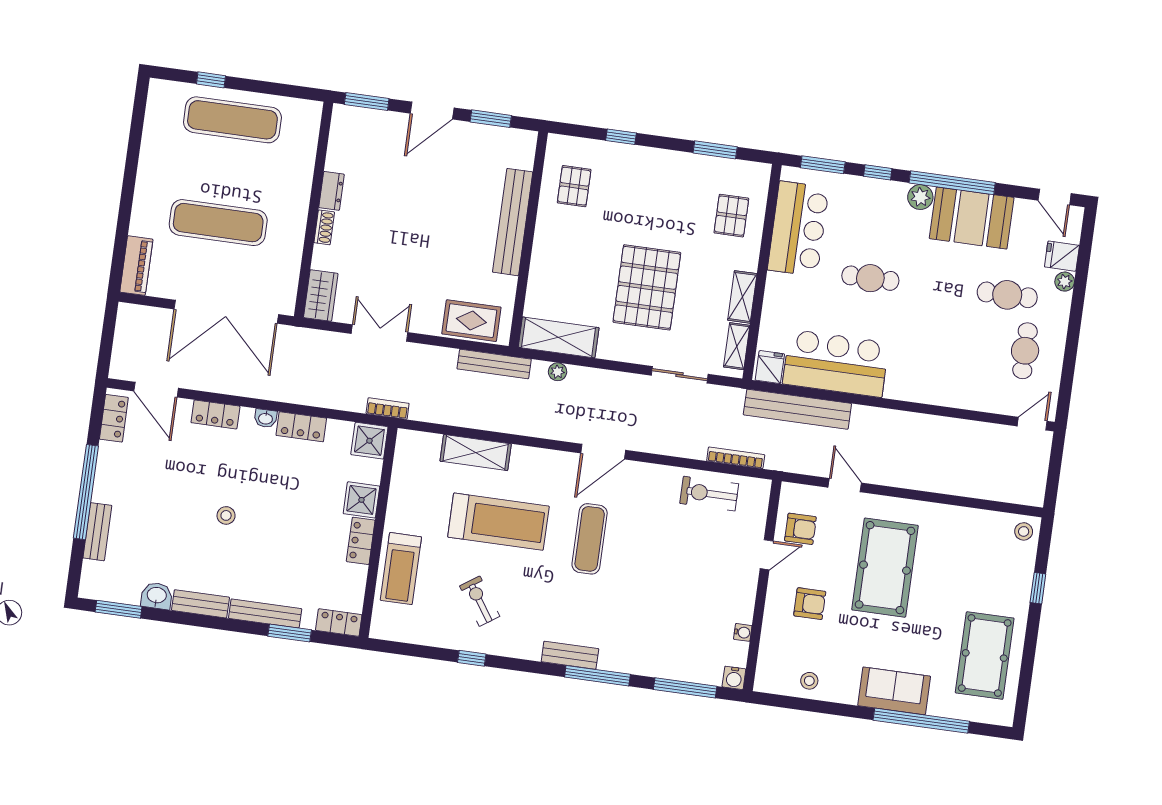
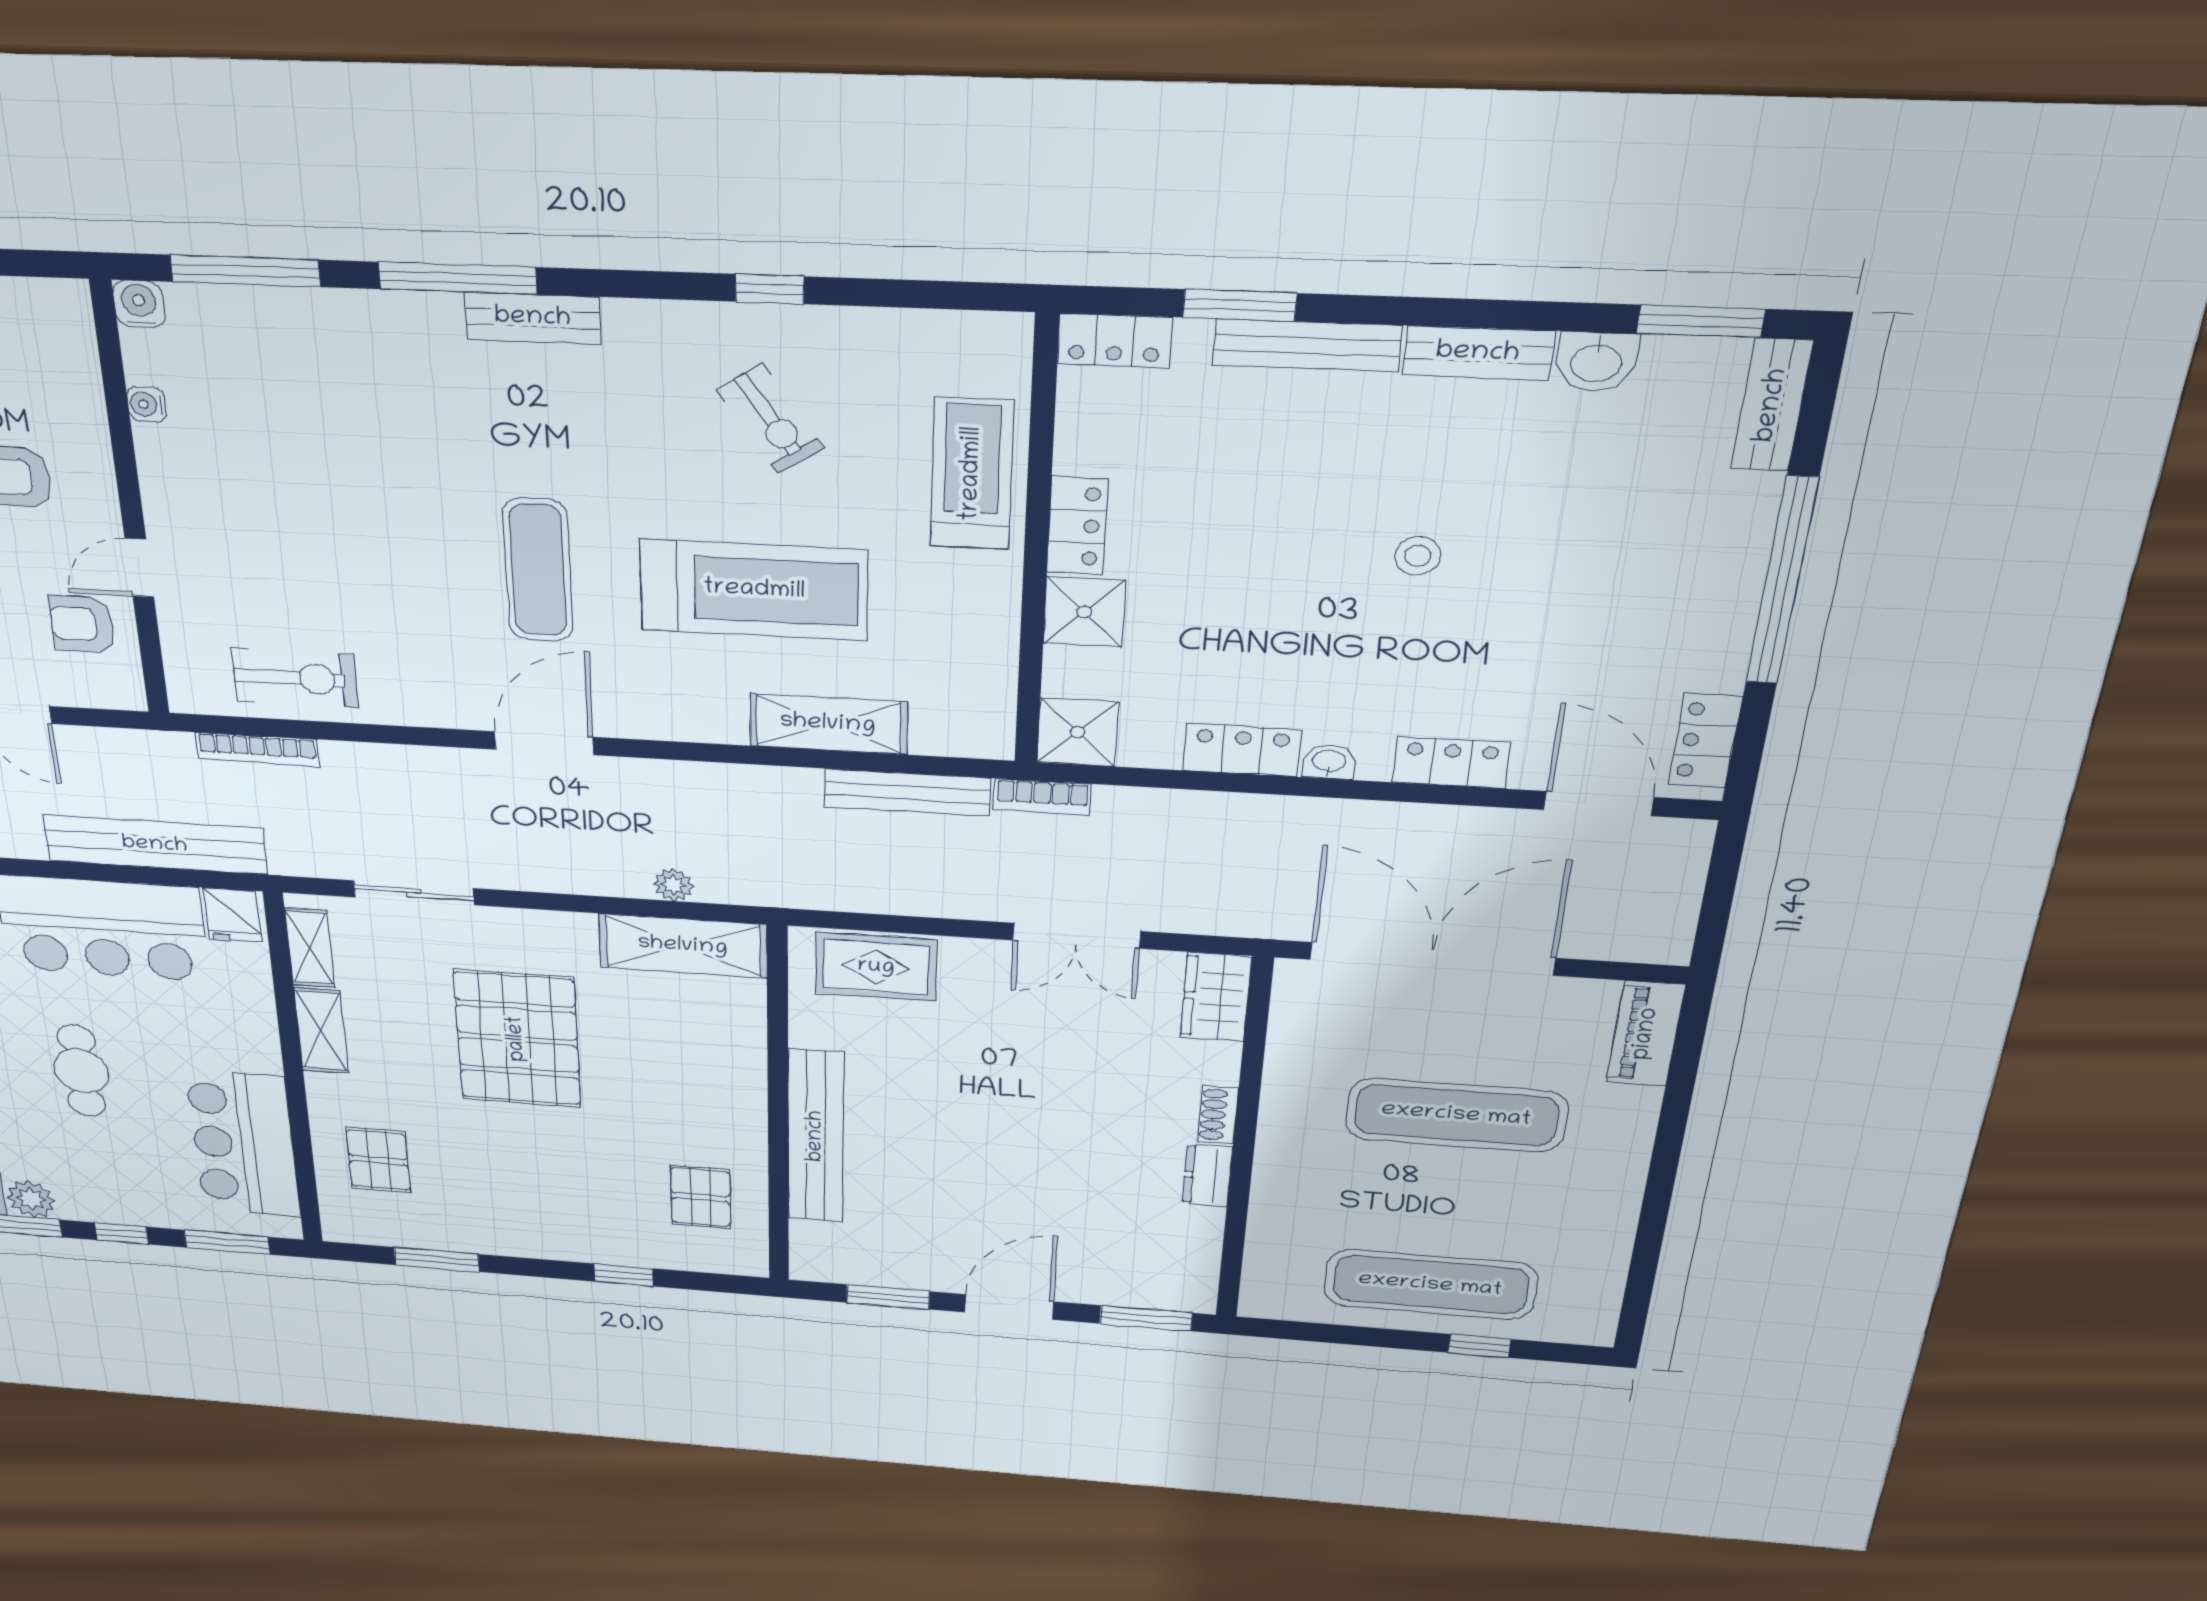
cafe table: (870, 278) -> (81, 1071), turned 90
bench: (494, 364) -> (907, 792), moved
treadmill: (498, 522) -> (754, 590), turned 180
bench: (97, 532) -> (1772, 405), moved

